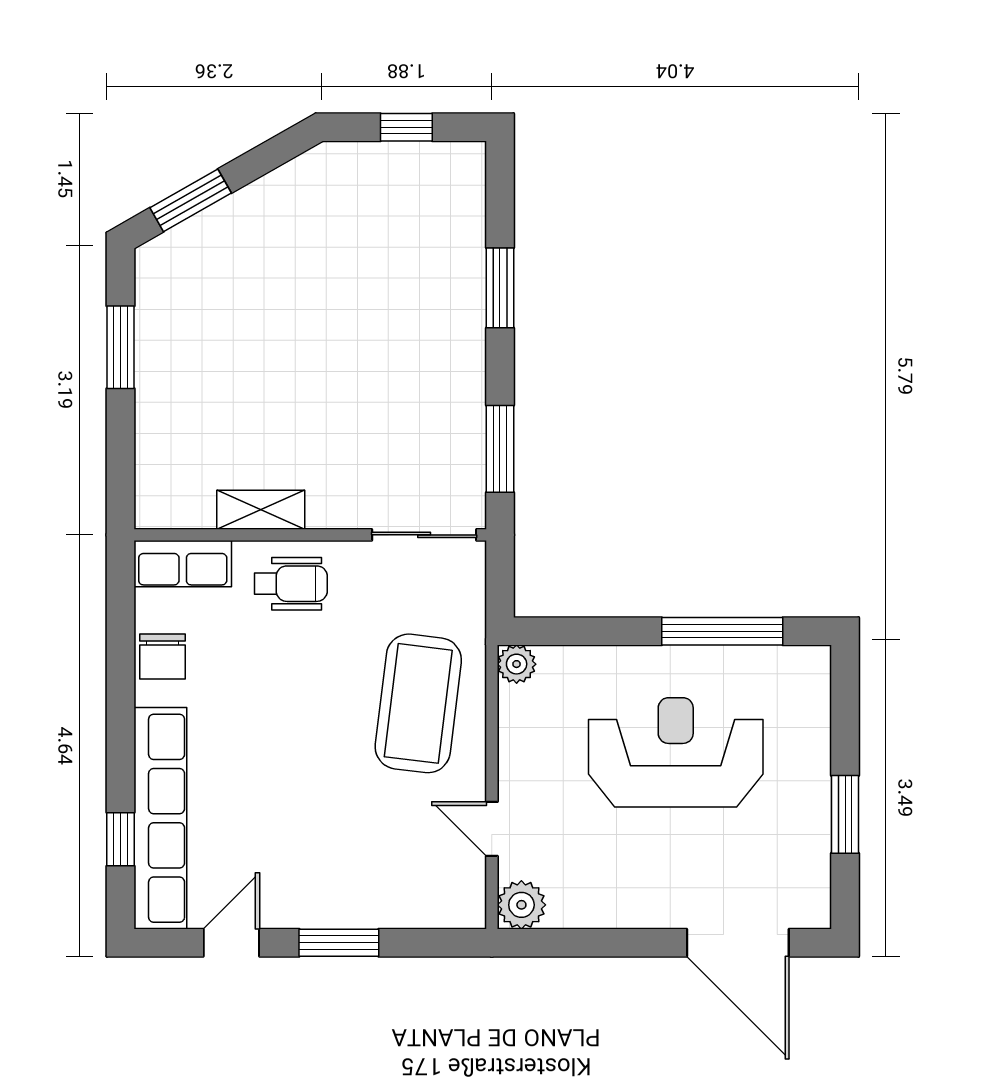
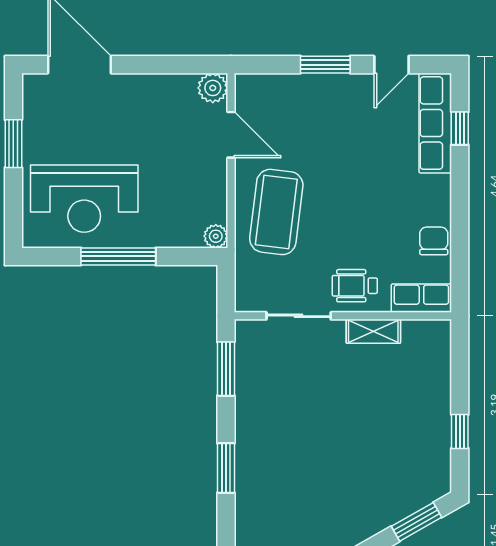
window: (120, 347) -> (460, 431), width x0.67
sliding door: (424, 535) -> (299, 316), moved
window: (722, 631) -> (118, 256), moved
reception desk: (676, 752) -> (84, 199), moved
row of seats: (160, 818) -> (435, 123), width x0.73
door: (492, 829) -> (231, 135), width x1.38

